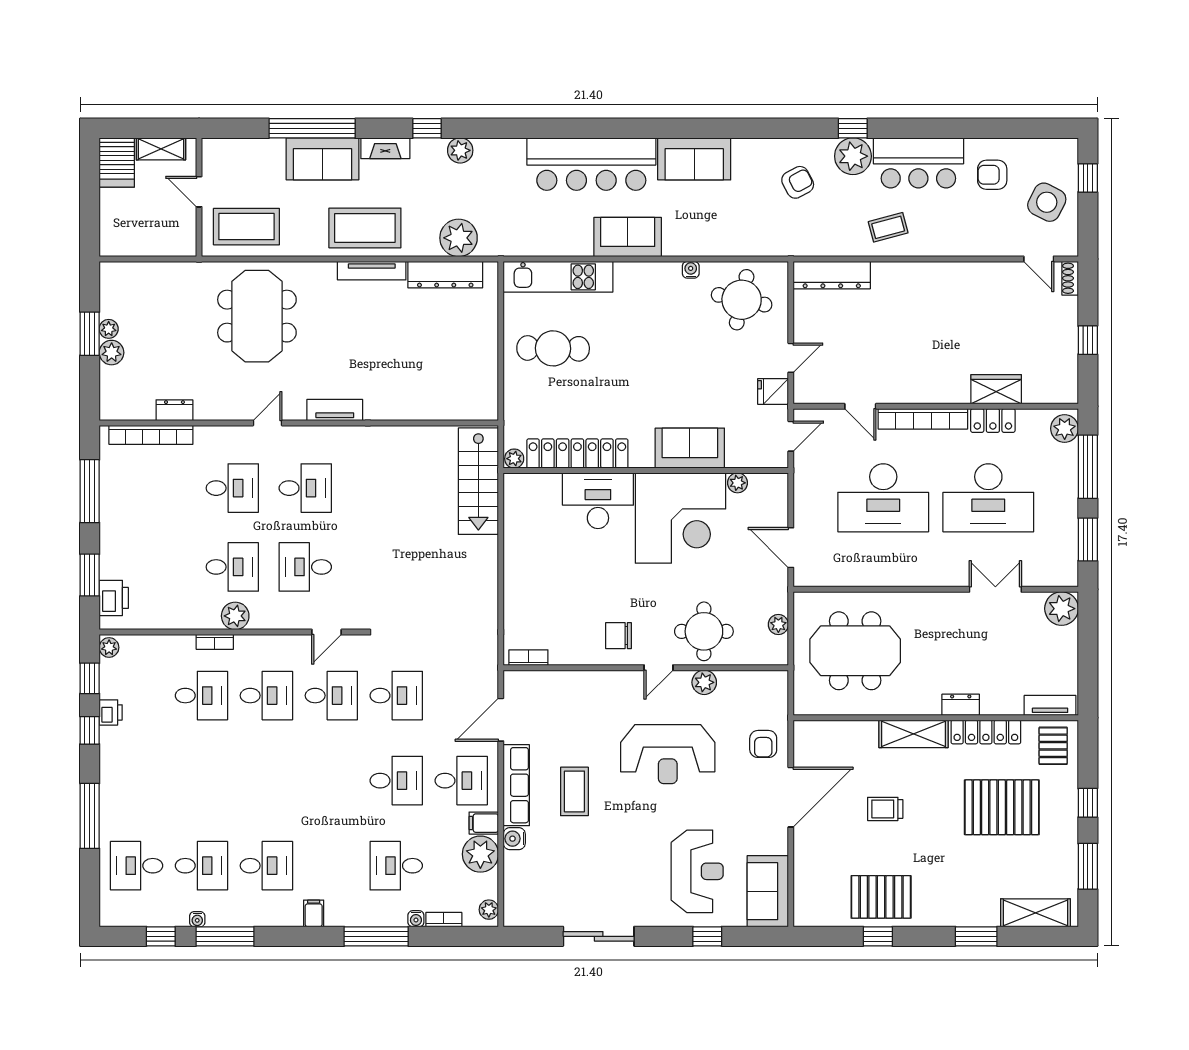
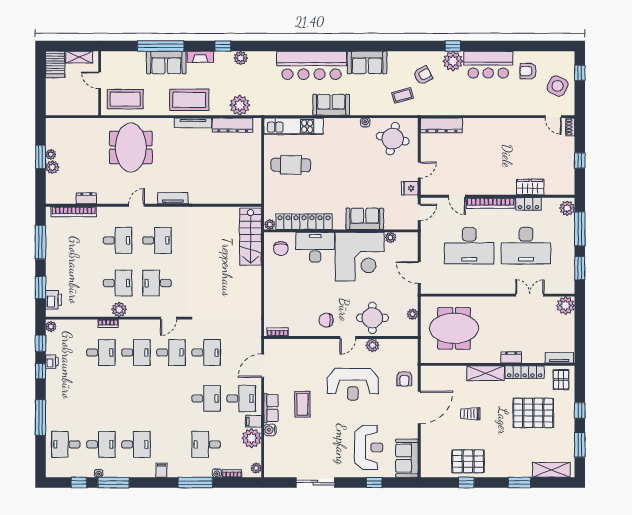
coffee table: (888, 227) -> (403, 95), moved
chair: (534, 503) -> (281, 249), added
row of seats: (516, 785) -> (271, 408), width x0.68

